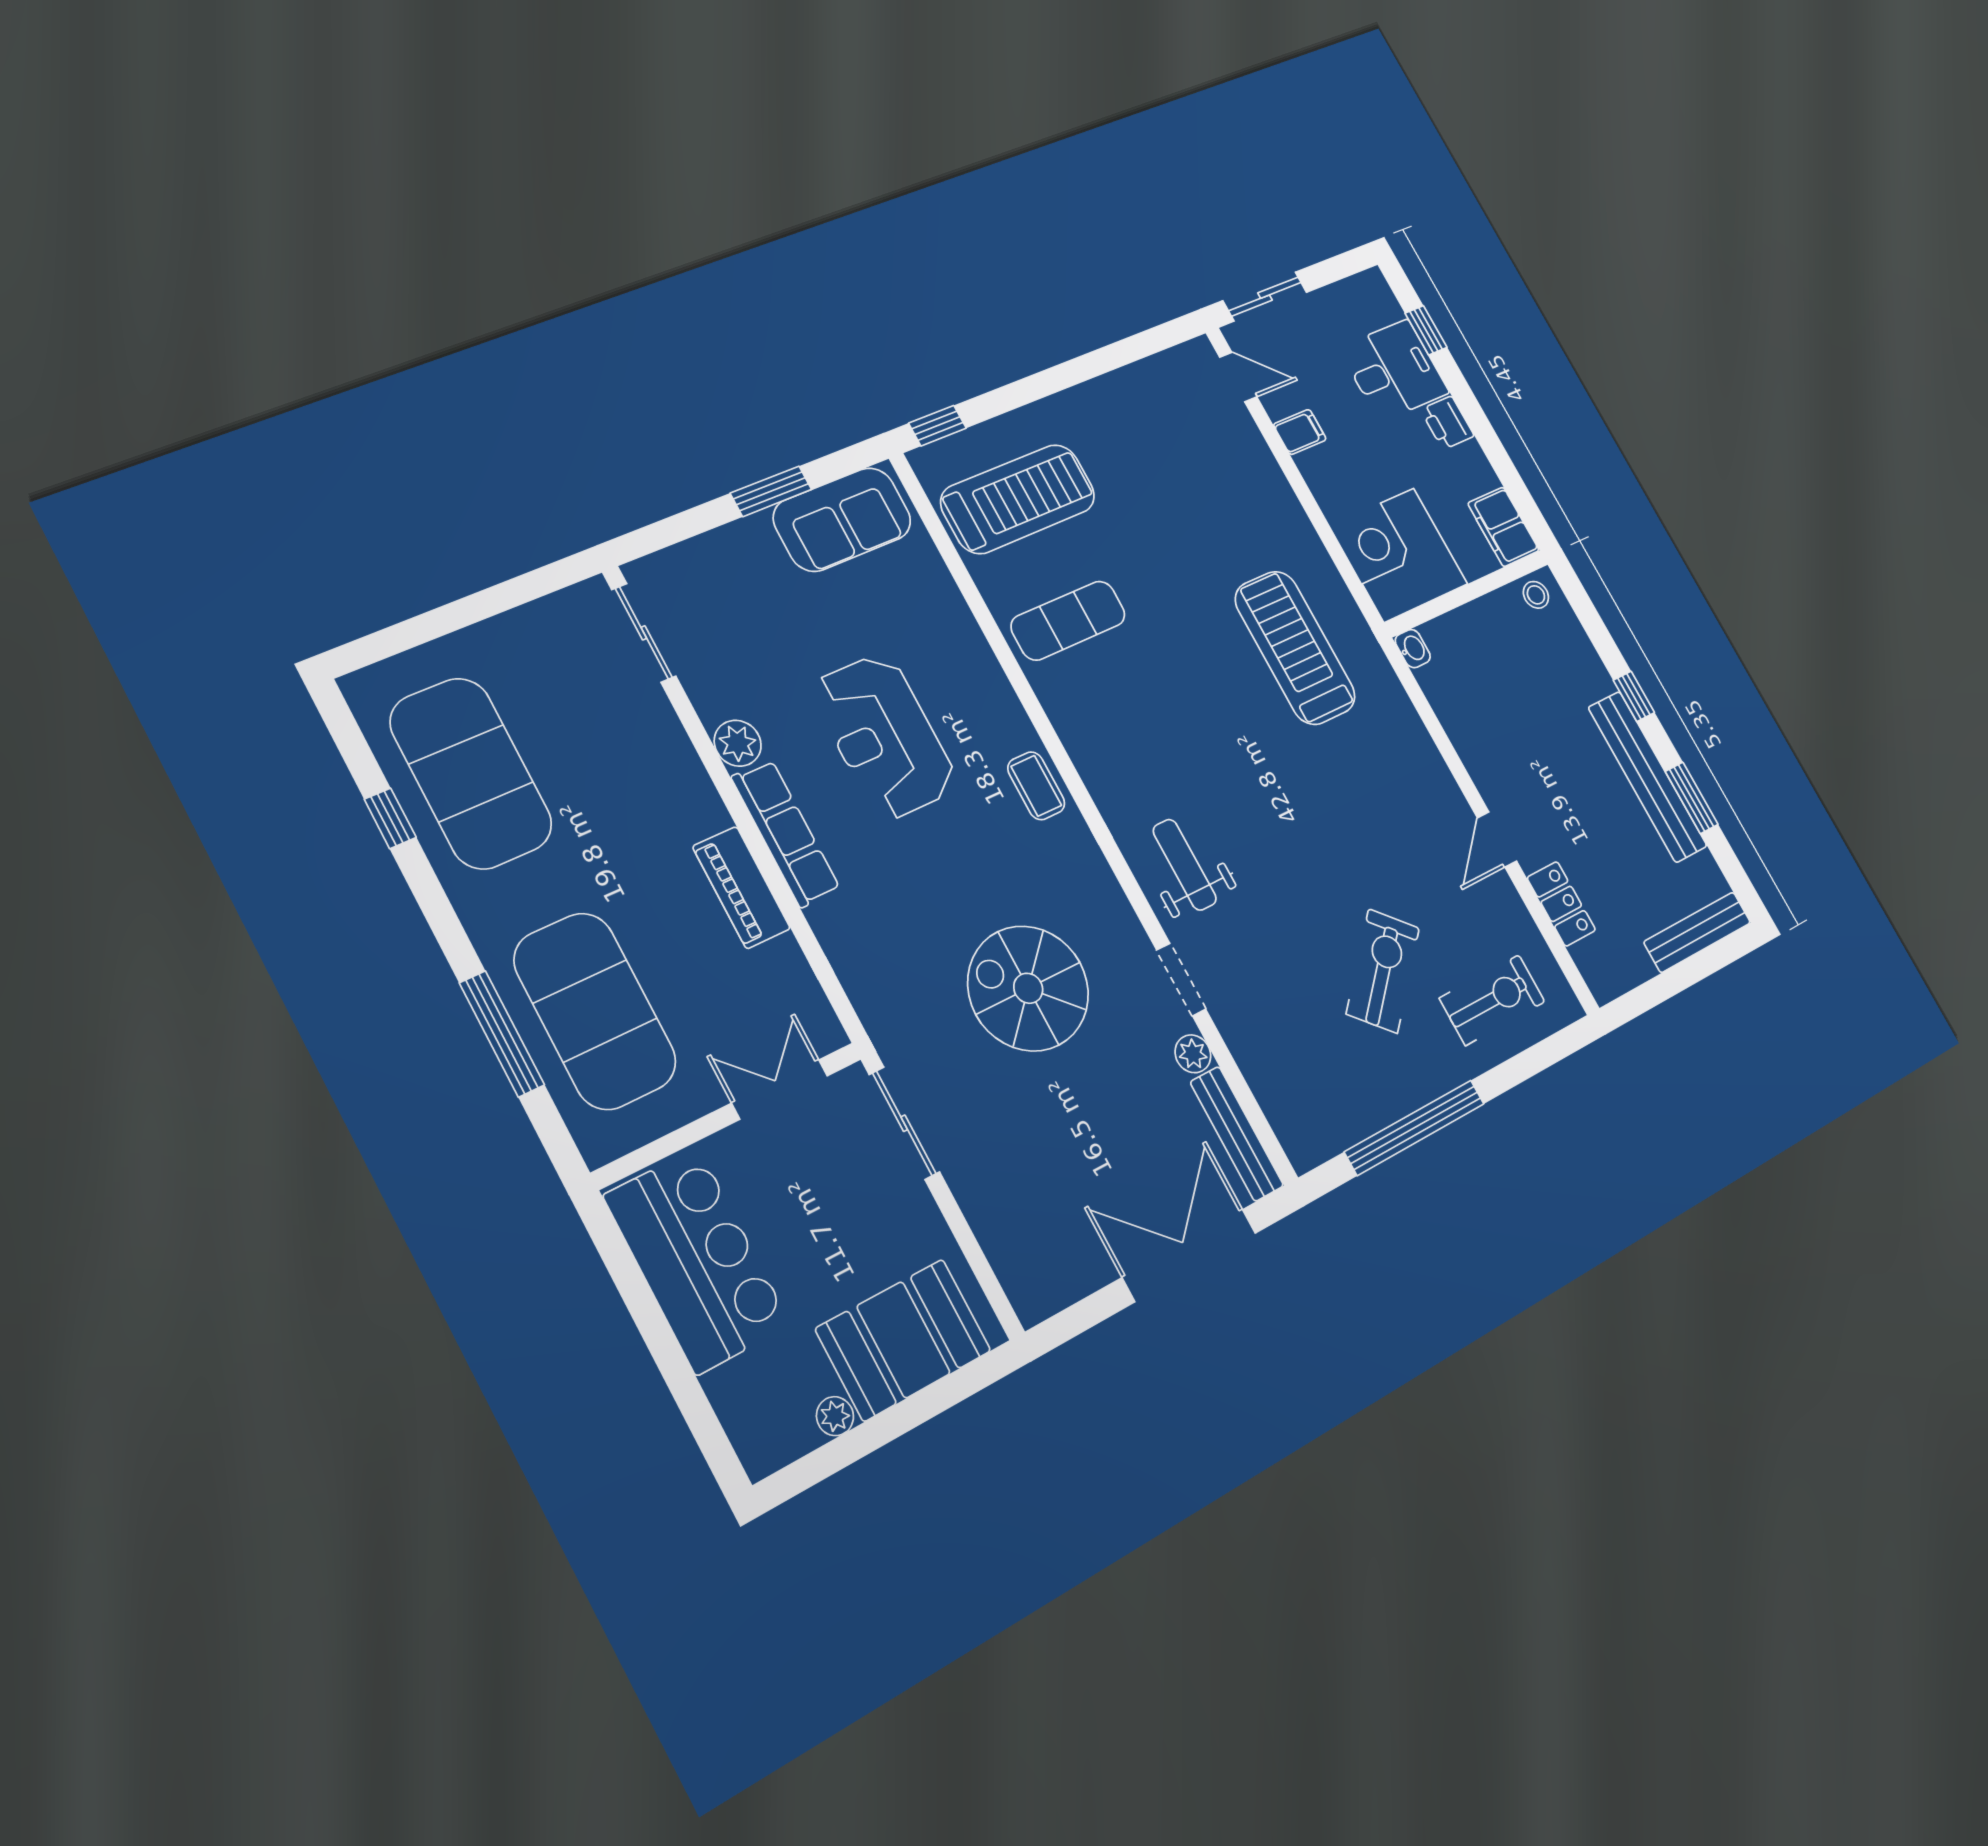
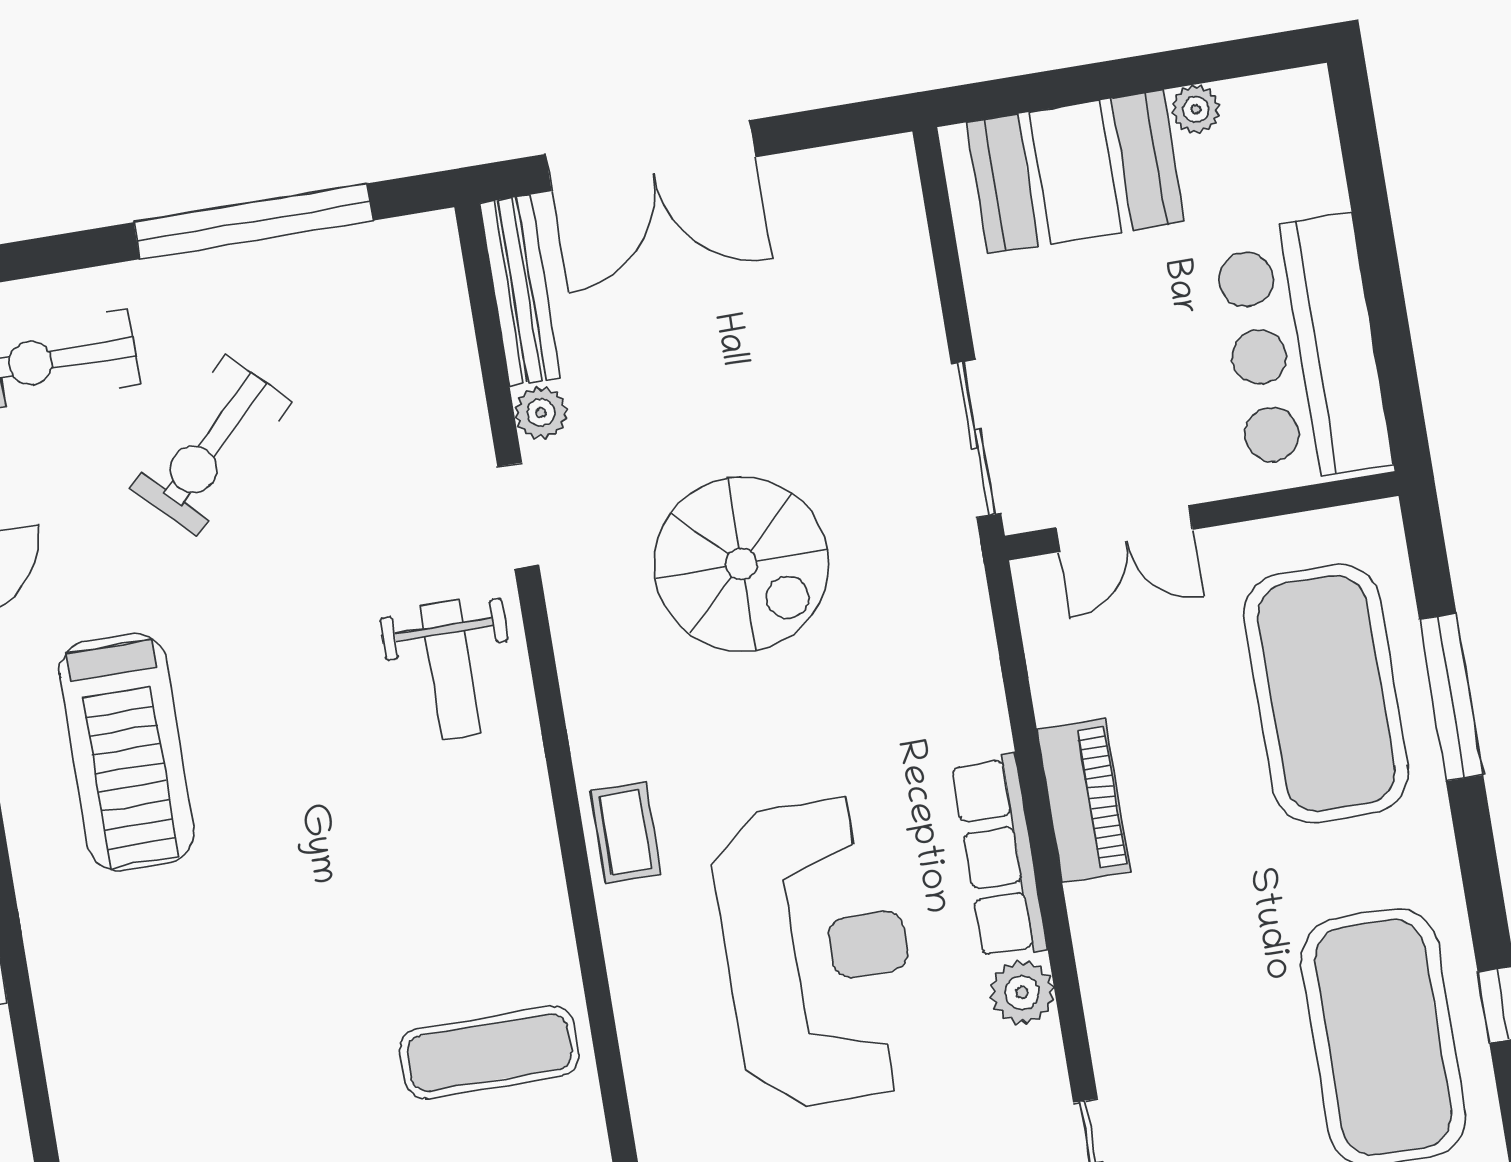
treadmill: (1295, 648) -> (127, 752), moved
reception desk: (884, 736) -> (817, 953), width x1.36, depth x1.30

